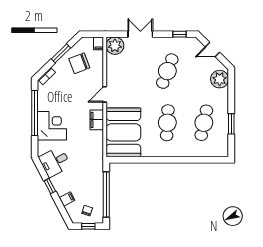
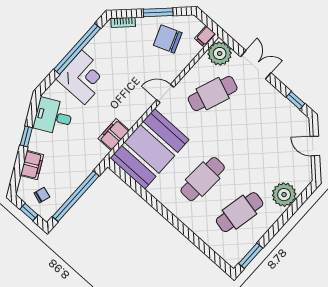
cafe table: (167, 71) -> (213, 94), moved
plant: (220, 79) -> (284, 195), moved
filing cabinet: (97, 120) -> (114, 135), moved
window: (231, 124) -> (251, 256), moved
filing cabinet: (67, 199) -> (32, 165), width x2.00

